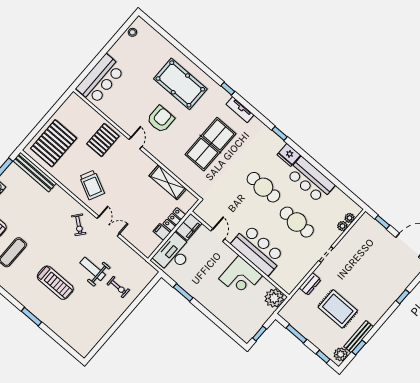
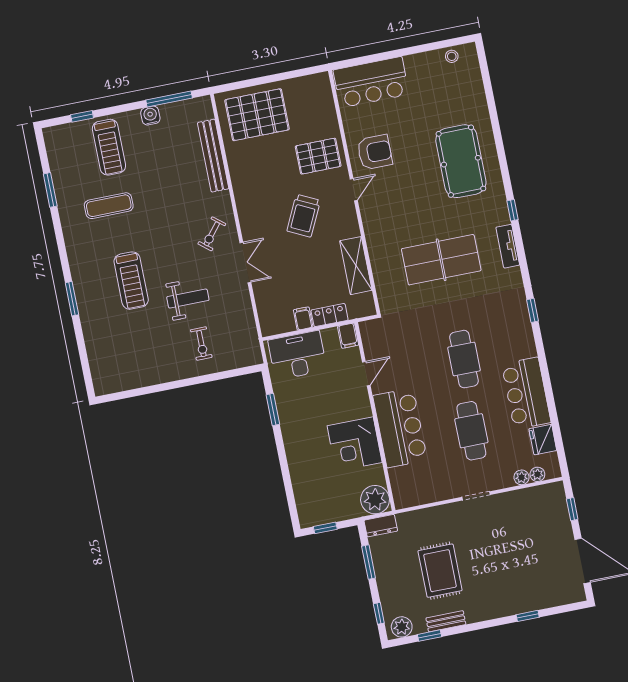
armchair: (161, 119) -> (375, 152), moved
fridge: (289, 155) -> (543, 440), moved
bench: (35, 172) -> (213, 156), moved
trolley: (92, 185) -> (304, 216), moved
filing cabinet: (189, 227) -> (348, 336), width x0.50
weight bench: (93, 269) -> (188, 299), turned 90
dresser: (310, 284) -> (381, 526), moved
bench: (359, 337) -> (446, 621), width x0.73

